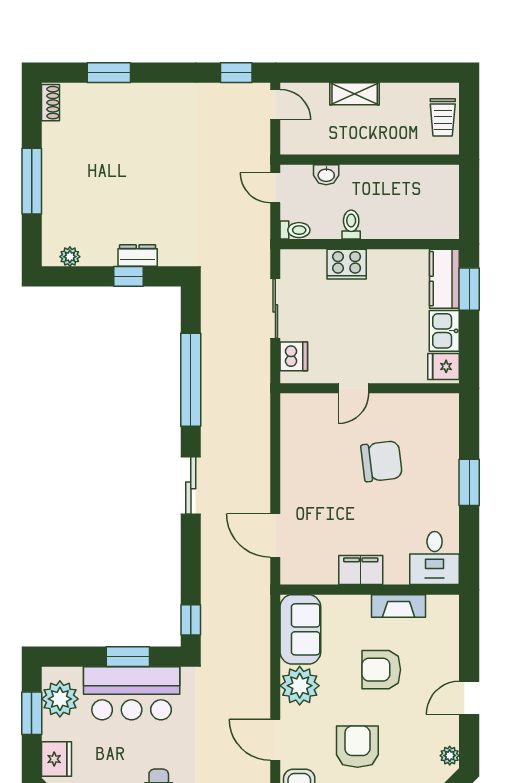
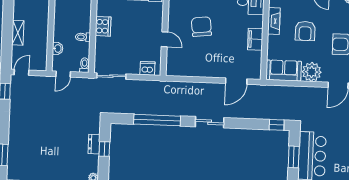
cooker: (347, 264) -> (103, 26), moved
sliding door: (275, 308) -> (111, 76), moved

